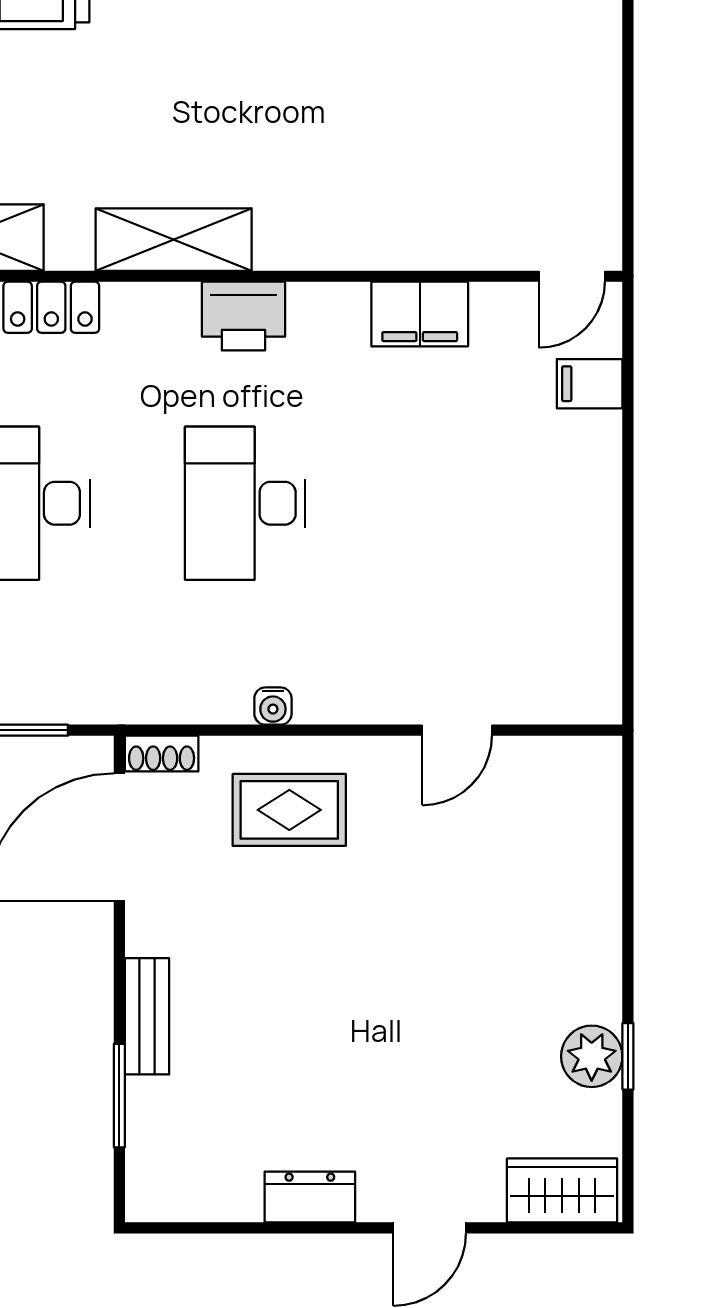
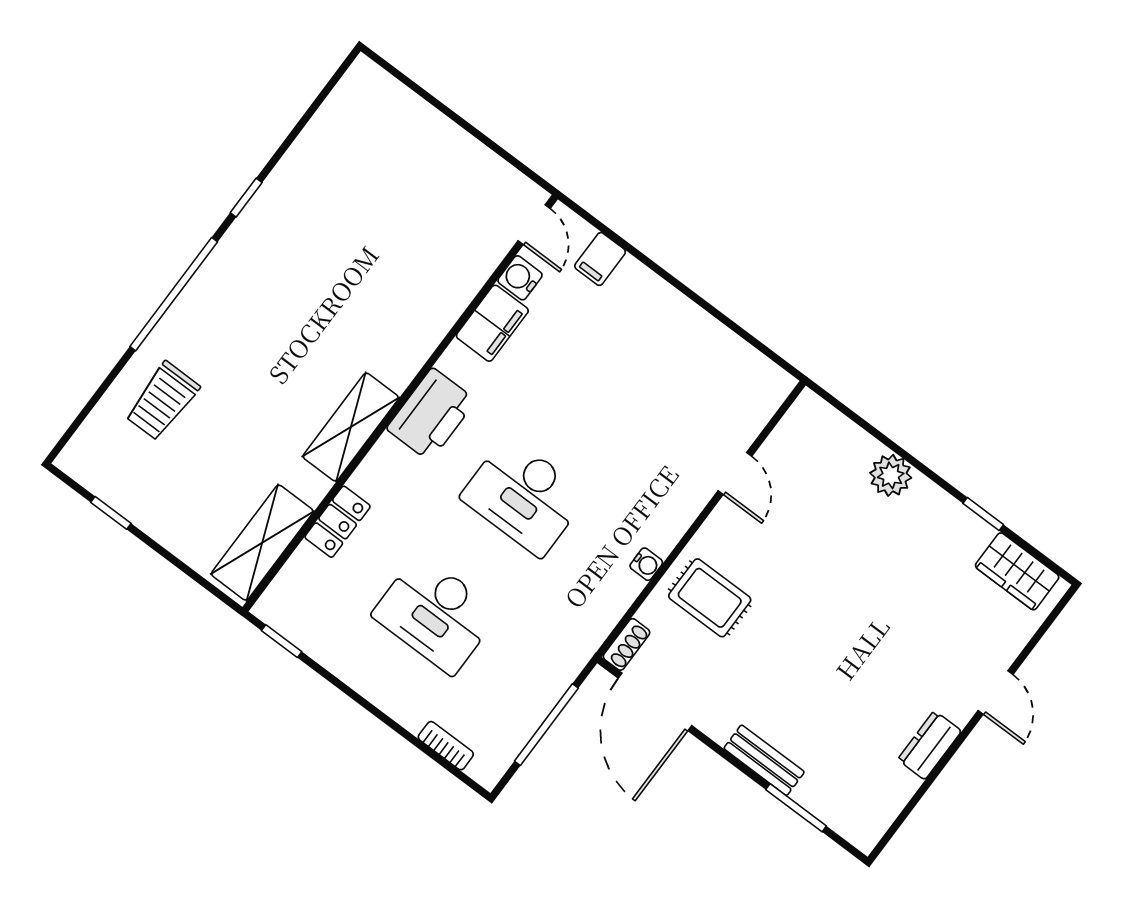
water cooler: (497, 306) -> (520, 278), added
printer: (243, 316) -> (431, 415), width x1.37, depth x1.19
rug: (289, 810) -> (710, 598), turned 90
plant: (592, 1056) -> (891, 475), moved
wardrobe: (562, 1190) -> (1017, 571), moved, turned -90

